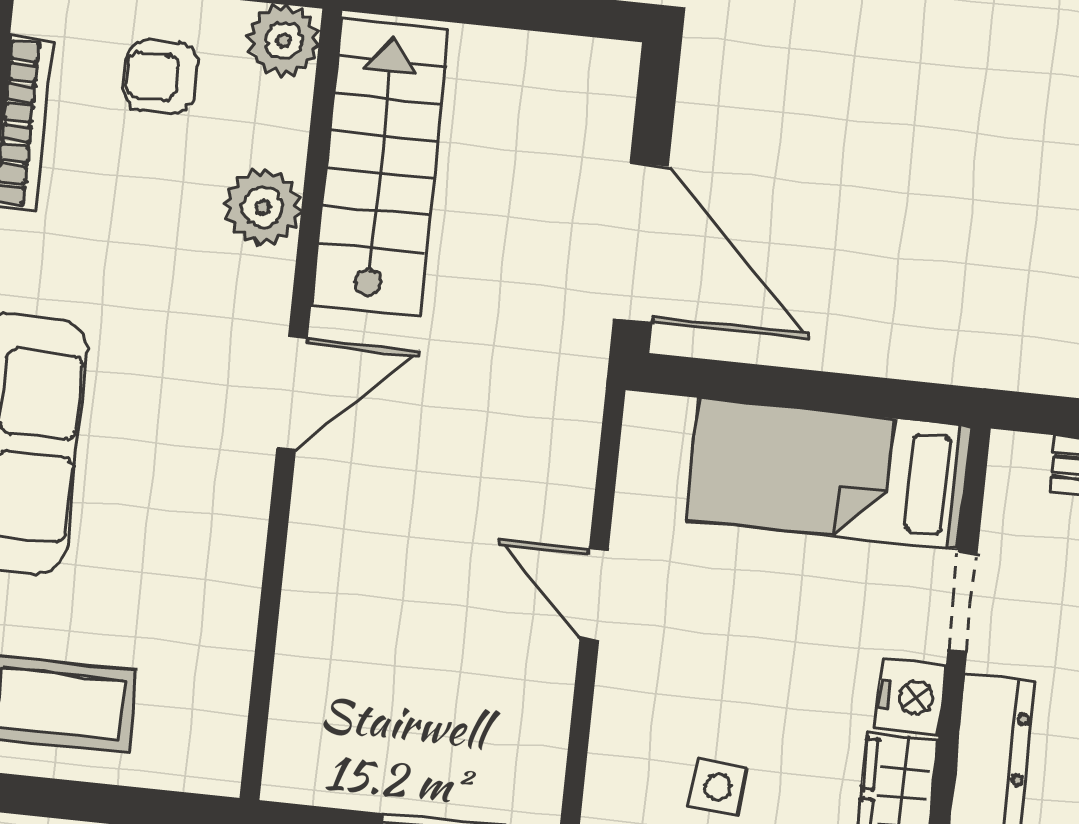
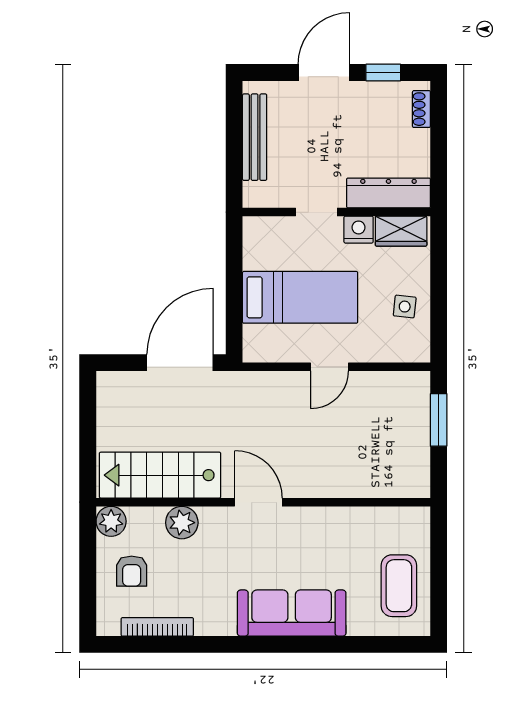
bed: (829, 473) -> (300, 297), moved, turned -90

